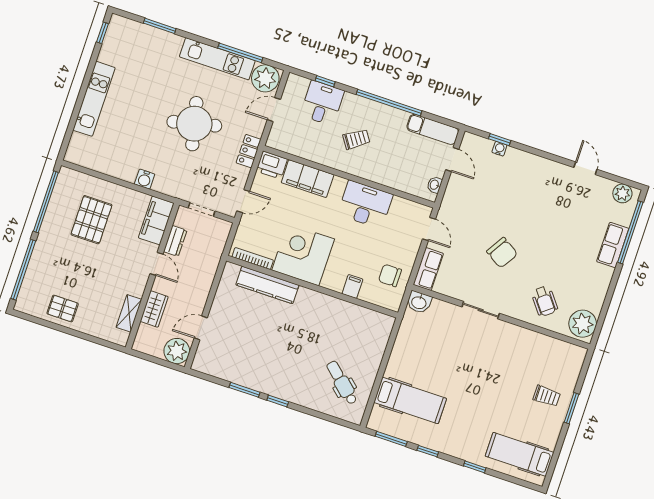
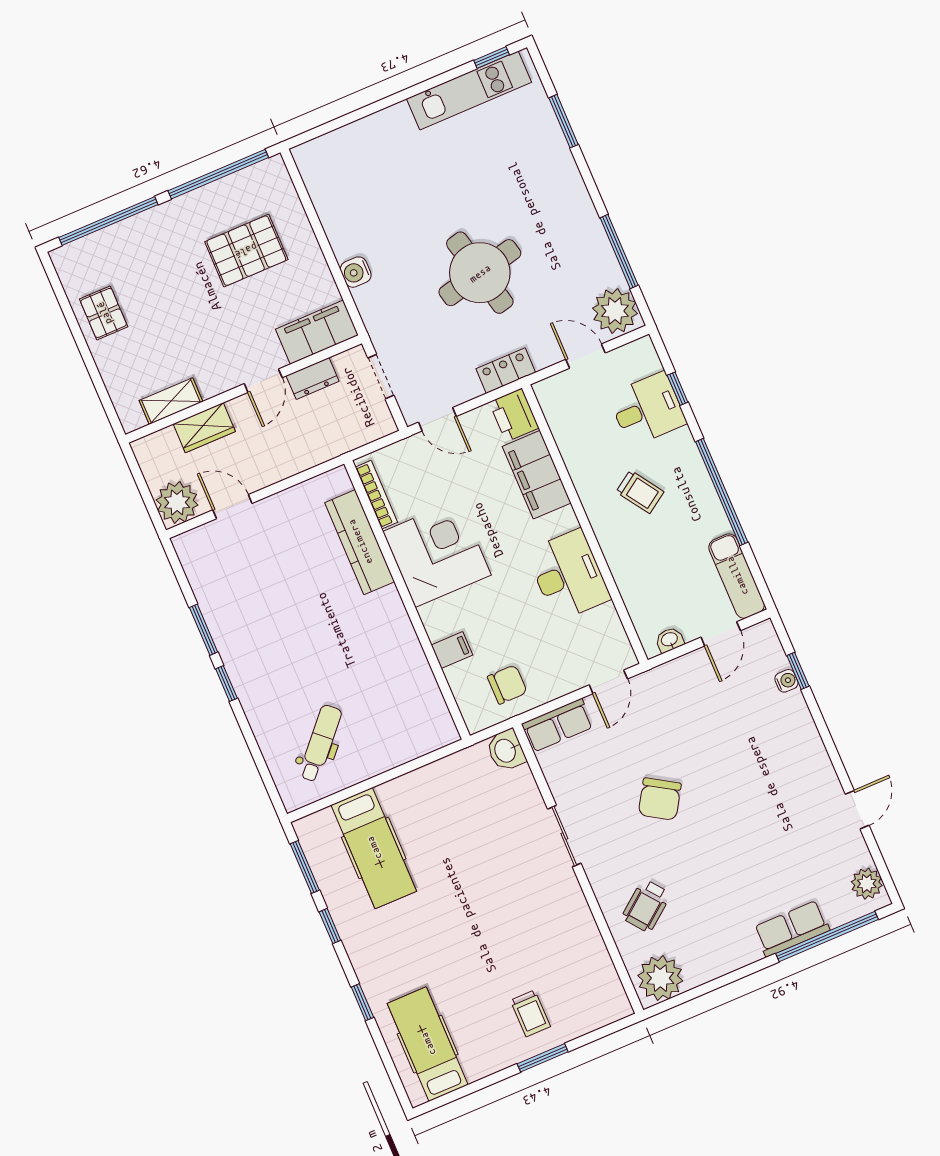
kitchen unit: (217, 59) -> (586, 229), removed
kitchen unit: (94, 99) -> (469, 90), moved
chair: (390, 275) -> (507, 685), turned 90

